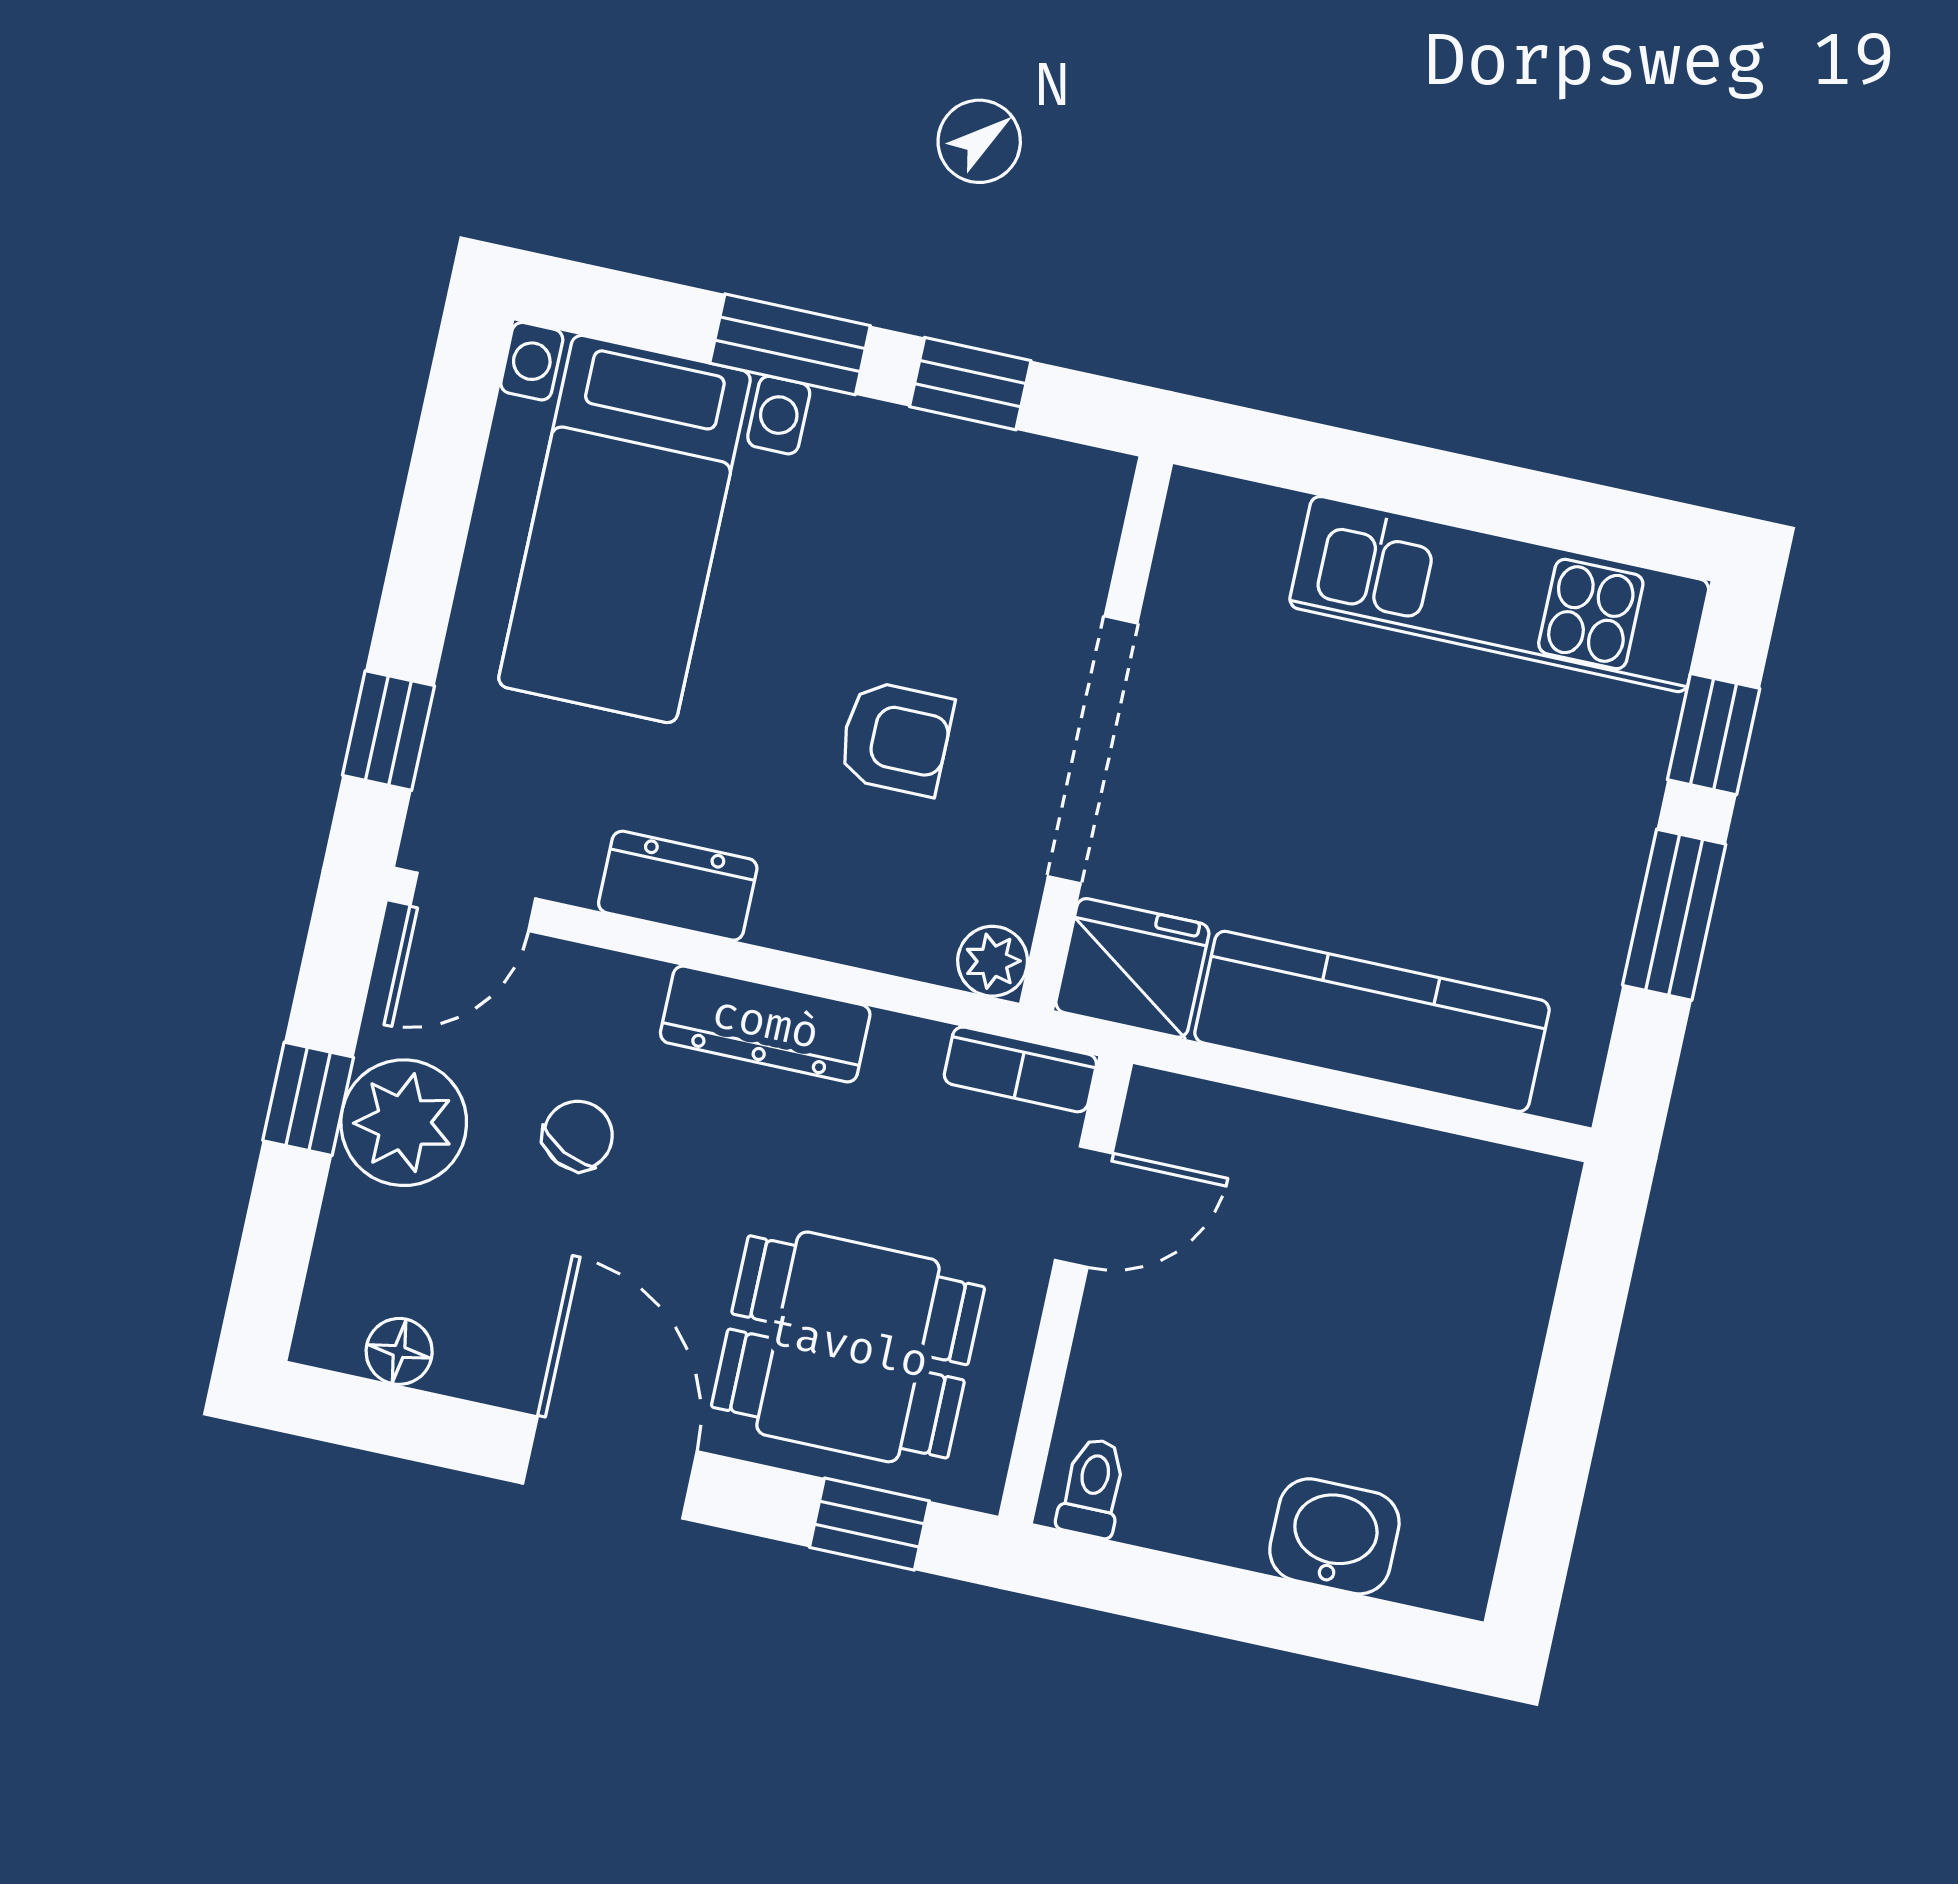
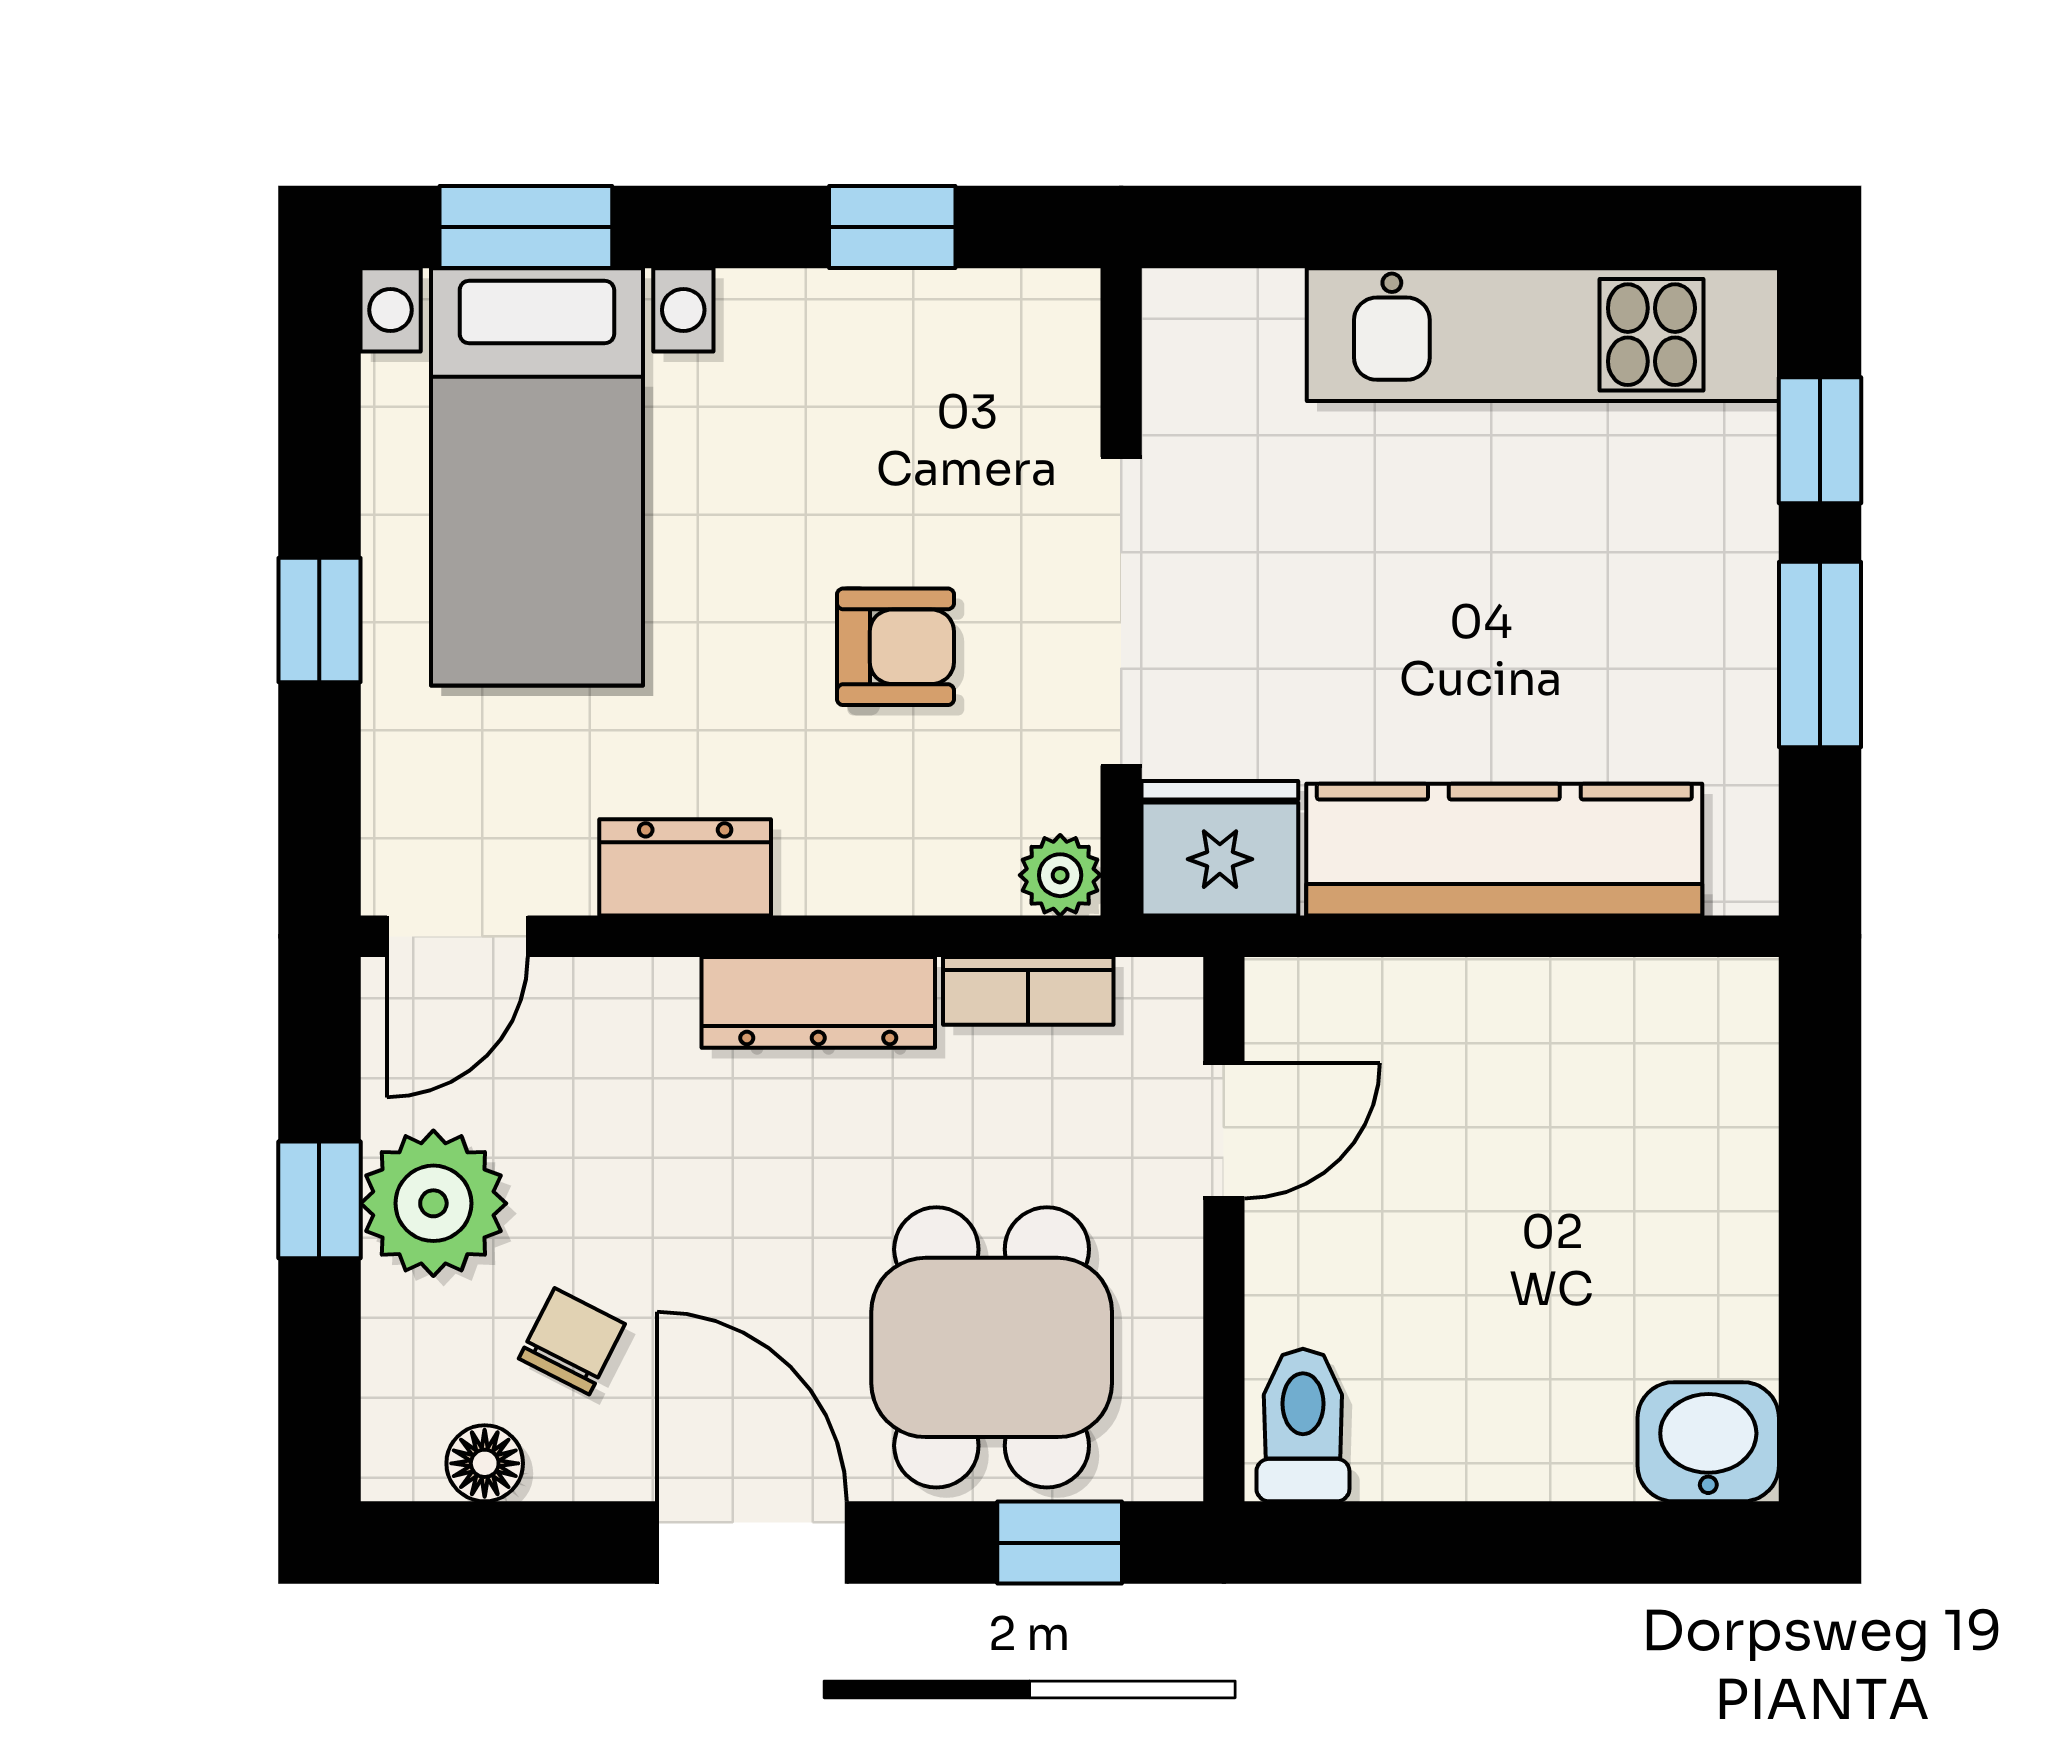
window: (790, 344) -> (526, 227), moved
window: (388, 730) -> (319, 620), moved
bookcase: (1020, 1069) -> (1028, 991), moved
chair: (578, 1136) -> (572, 1341), moved
dining table: (848, 1347) -> (992, 1347), turned 90
toilet: (1092, 1488) -> (1303, 1425), width x1.37, depth x1.39
washbasin: (1334, 1536) -> (1708, 1442), moved

